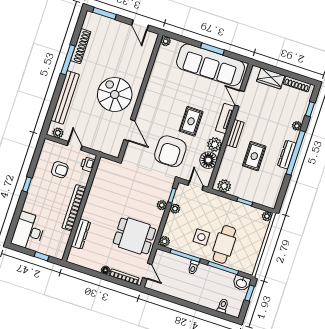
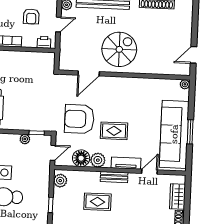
window: (105, 13) -> (195, 17), removed
plant: (162, 205) -> (25, 125), removed

